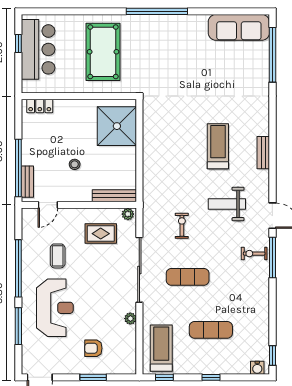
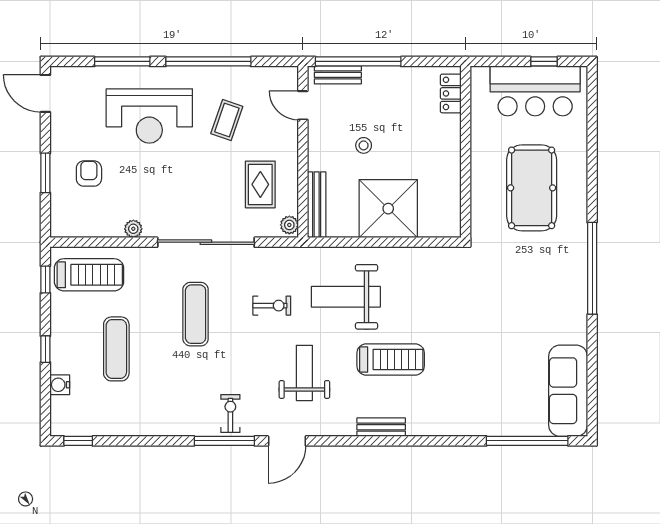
pool table: (103, 52) -> (532, 188), turned 90
shower: (117, 126) -> (388, 209), moved
weight bench: (176, 176) -> (346, 297), added
coffee table: (58, 256) -> (227, 120), turned -71
water cooler: (257, 368) -> (60, 385), moved

